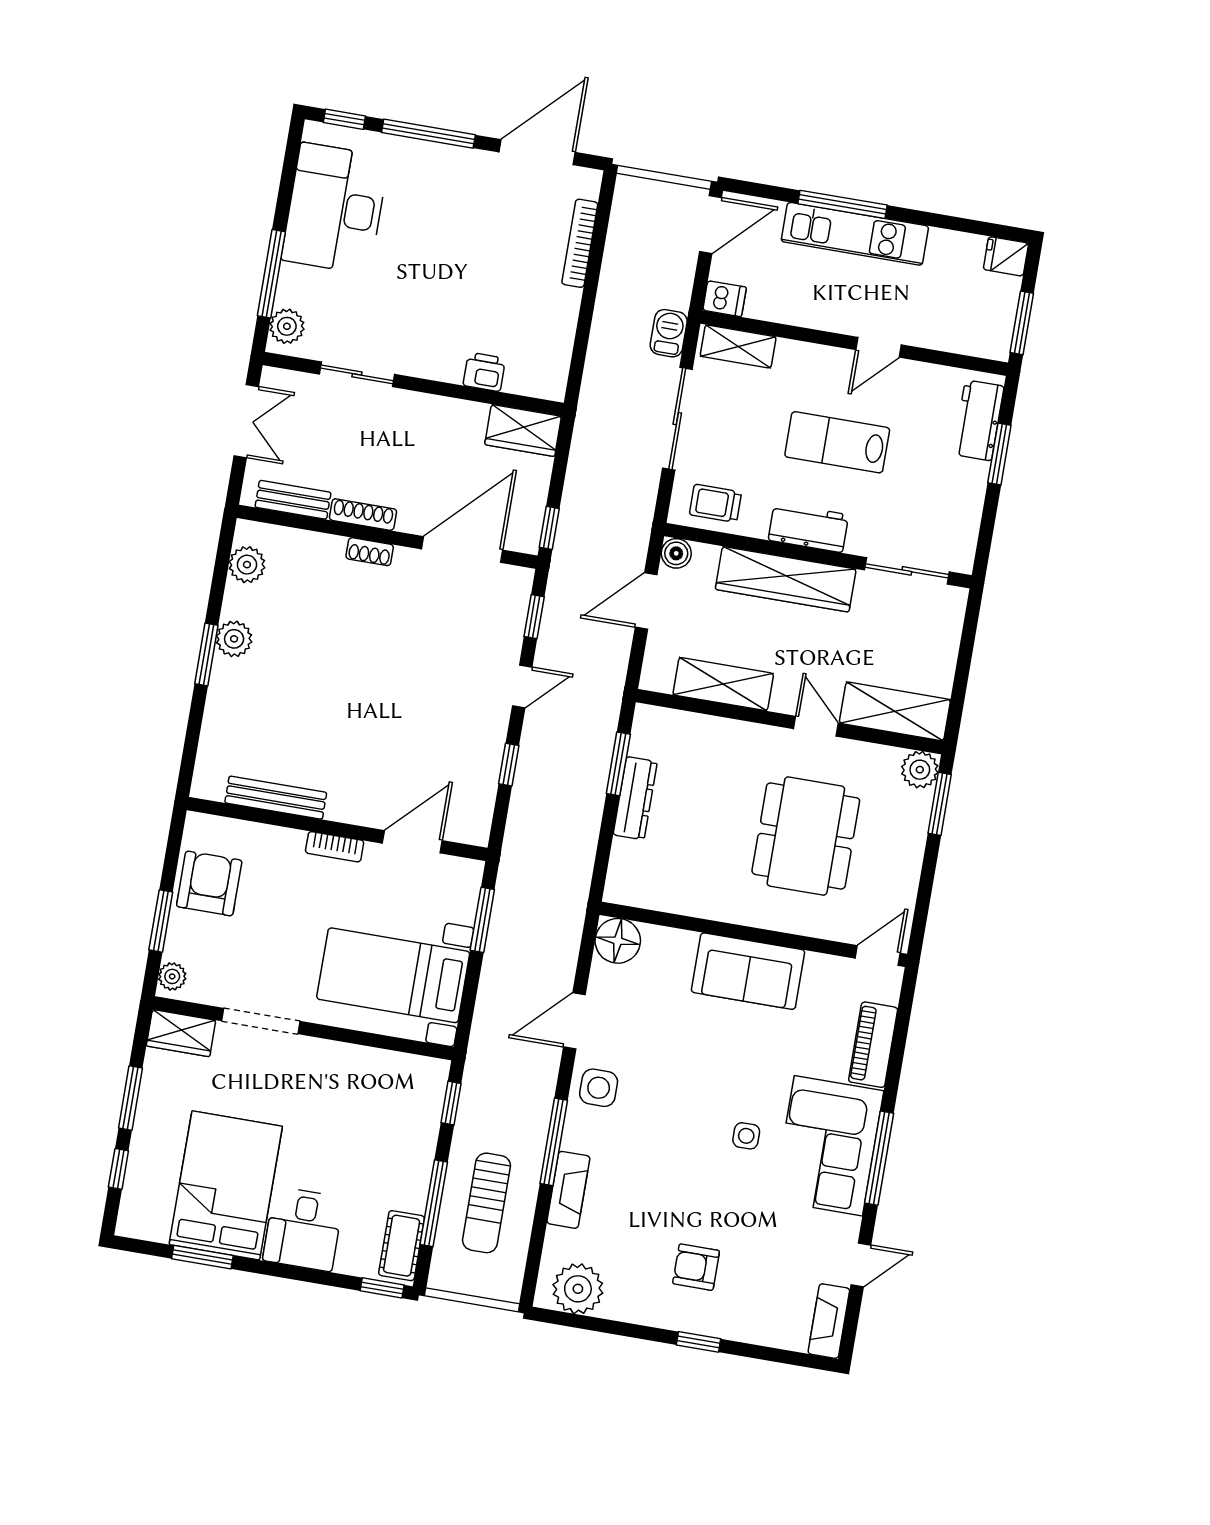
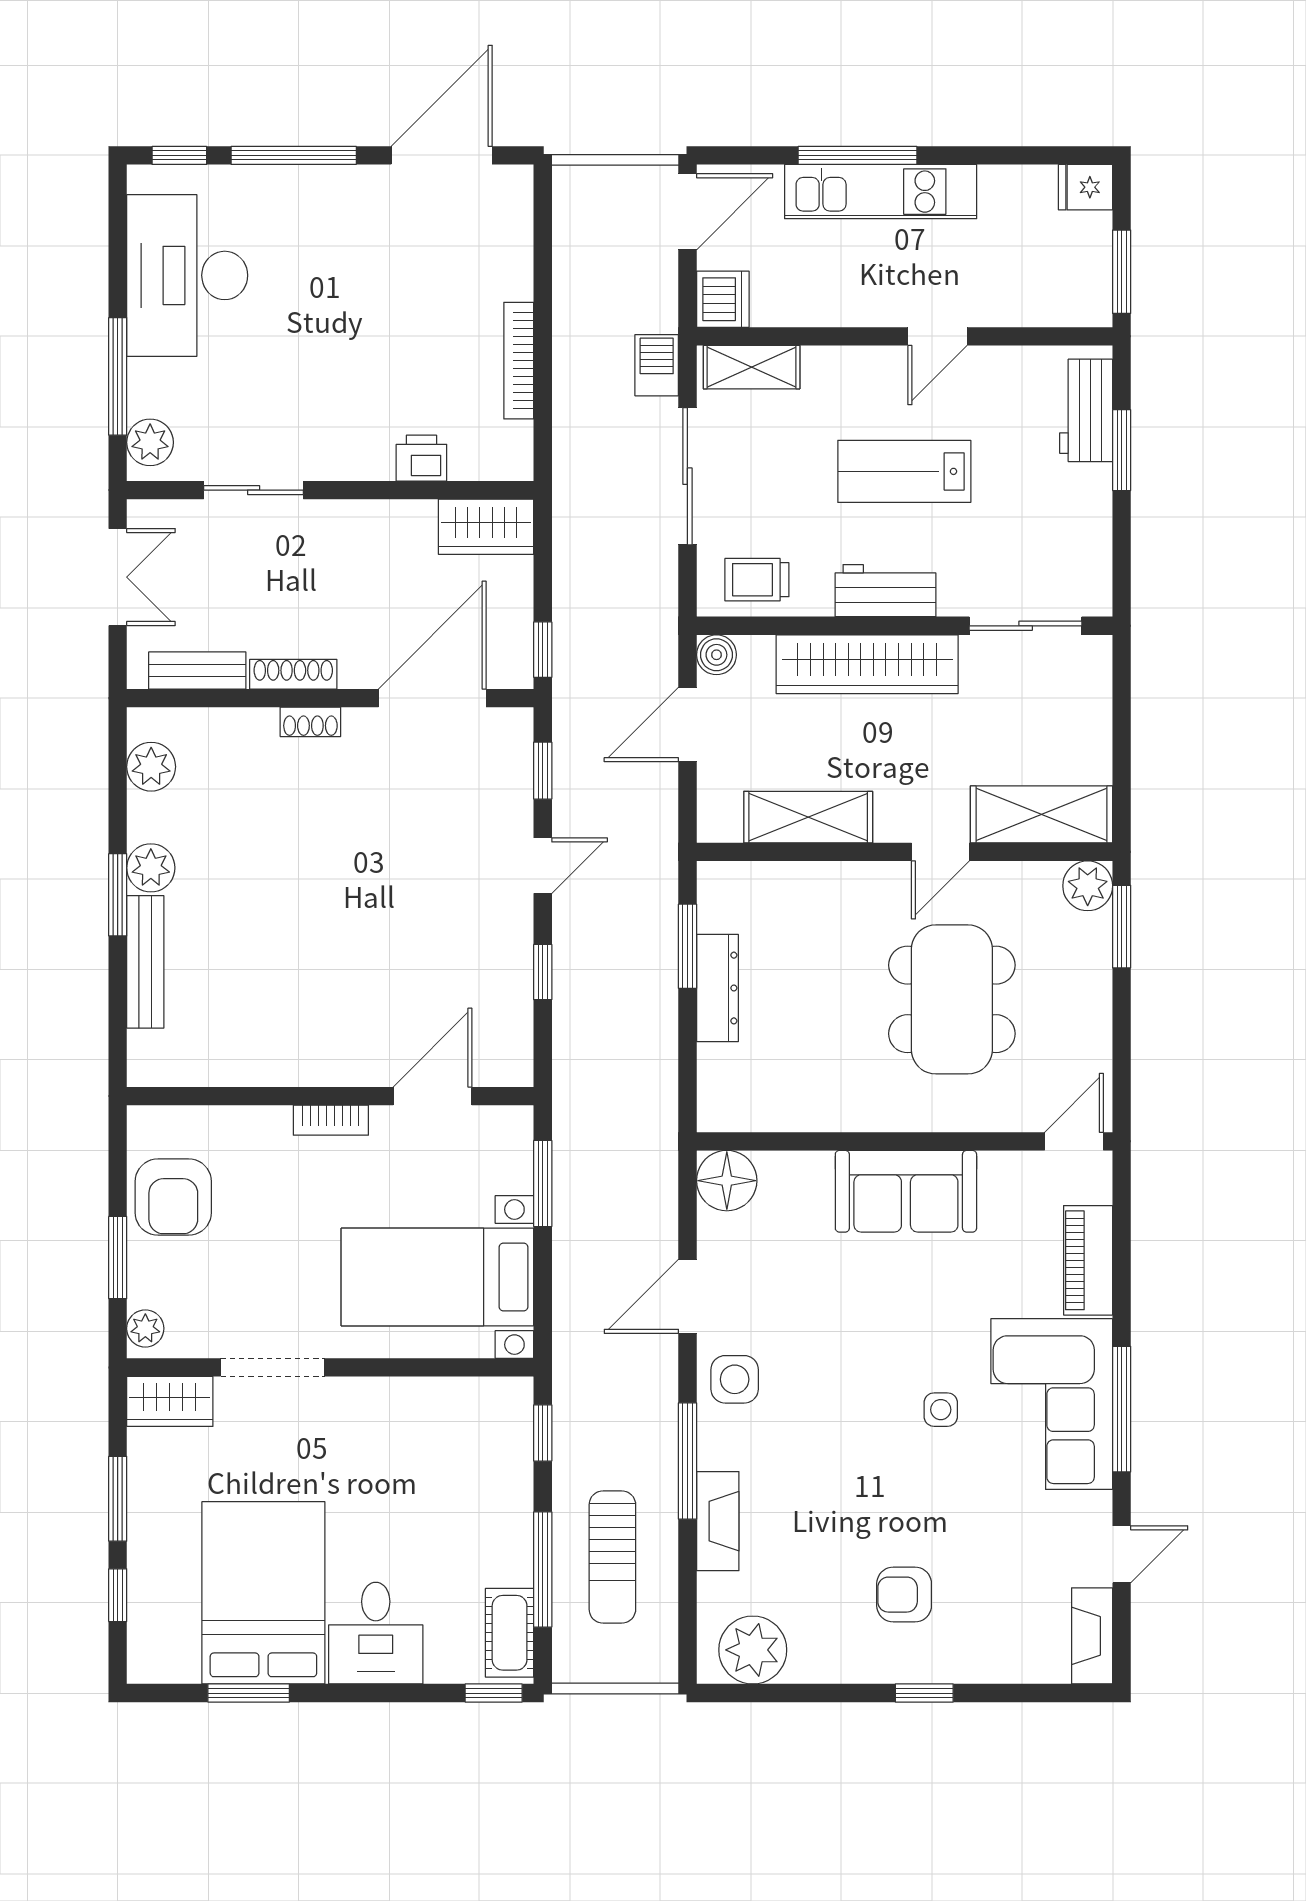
bookcase: (580, 243) -> (519, 361), moved
dishwasher: (725, 299) -> (723, 299), width x1.38
door: (816, 726) -> (940, 852), swing flipped
bench: (276, 798) -> (145, 962), moved, turned 90
armchair: (209, 883) -> (173, 1197), turned 180

